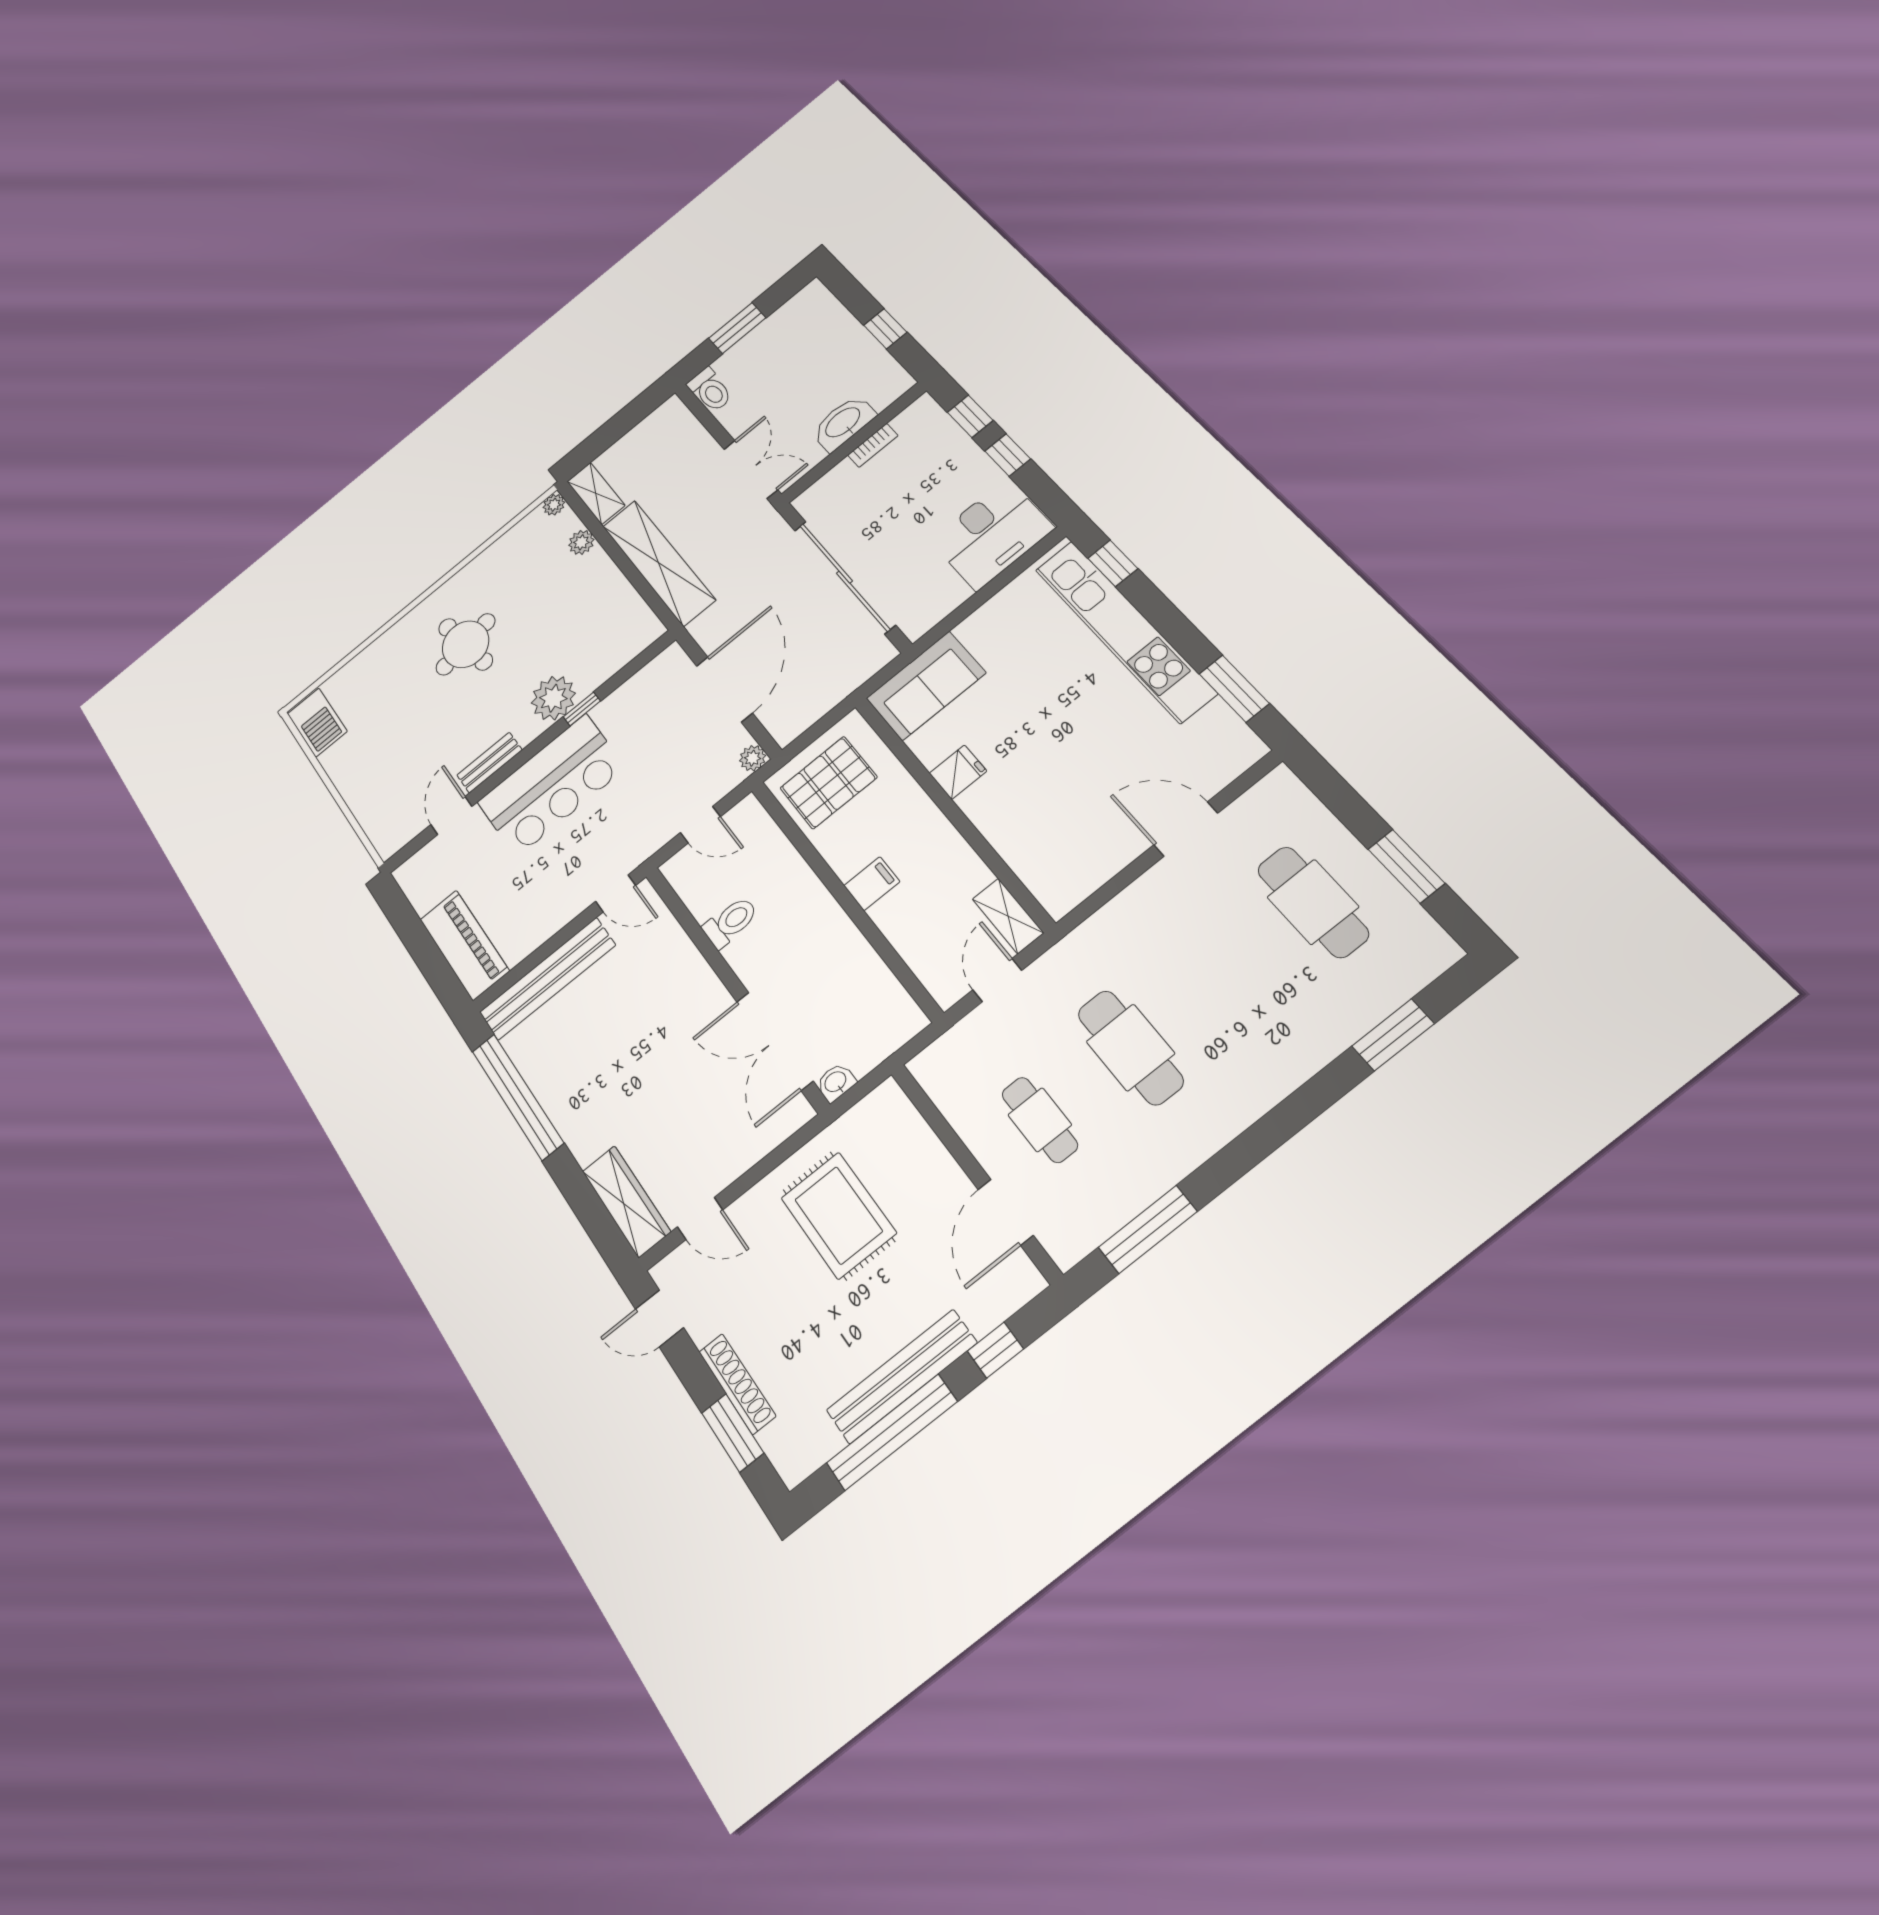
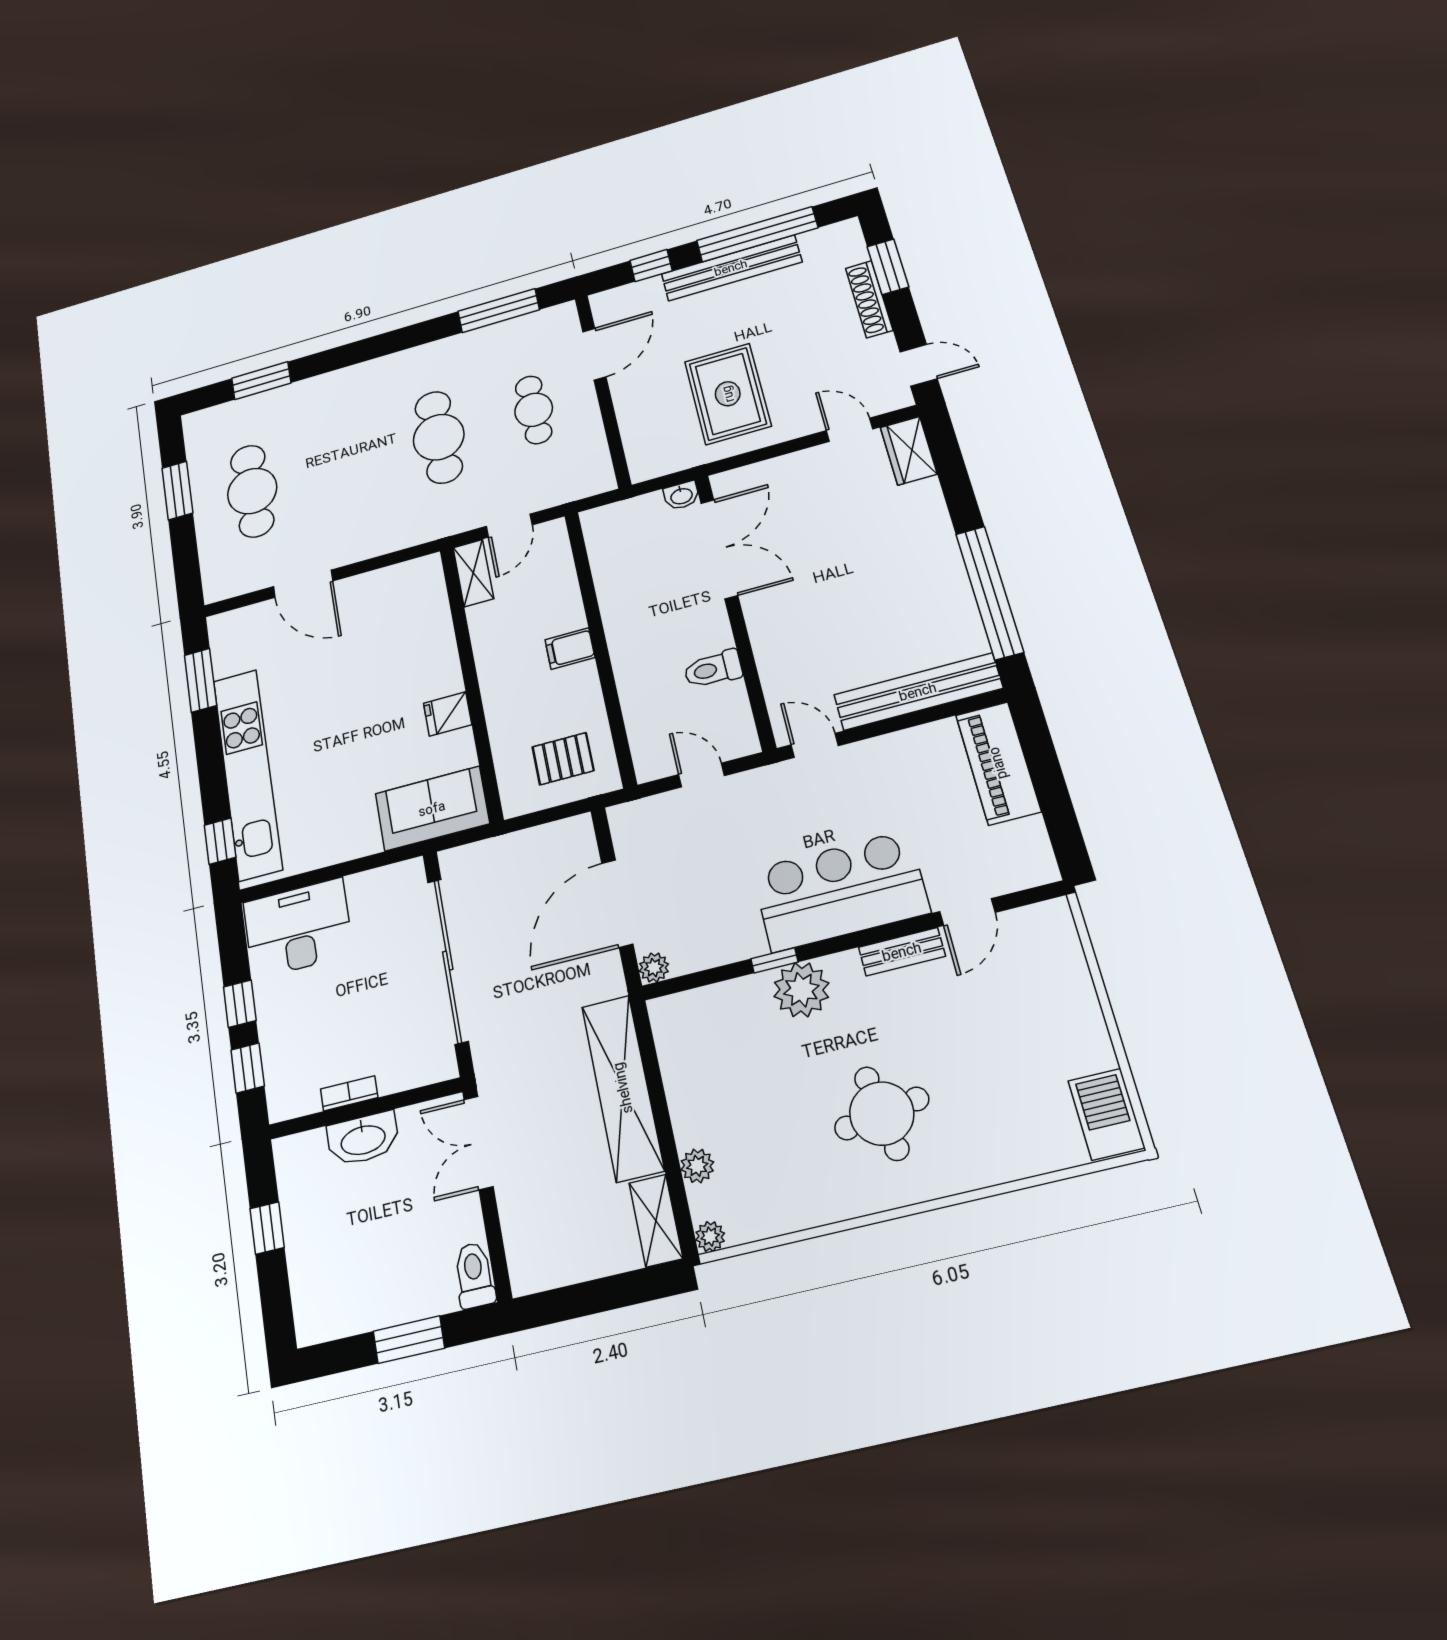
plant: (753, 758) -> (654, 968), moved
pallet: (828, 783) -> (563, 759), width x0.67, depth x0.71
wardrobe: (626, 1201) -> (909, 451), width x0.67

